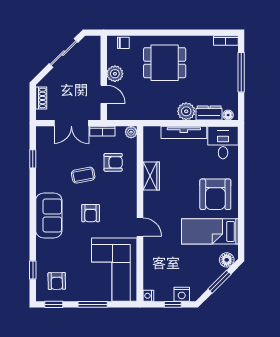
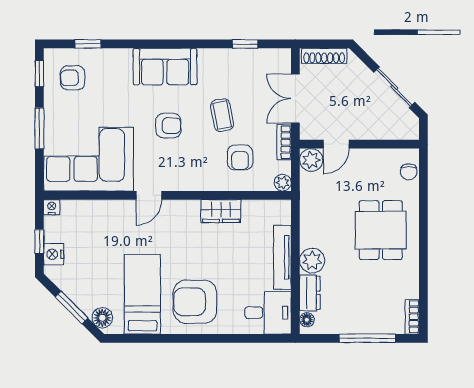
plant: (115, 74) -> (311, 160), moved
shoe rack: (41, 98) -> (324, 56), width x1.43
armchair: (91, 213) -> (168, 126), turned 180

